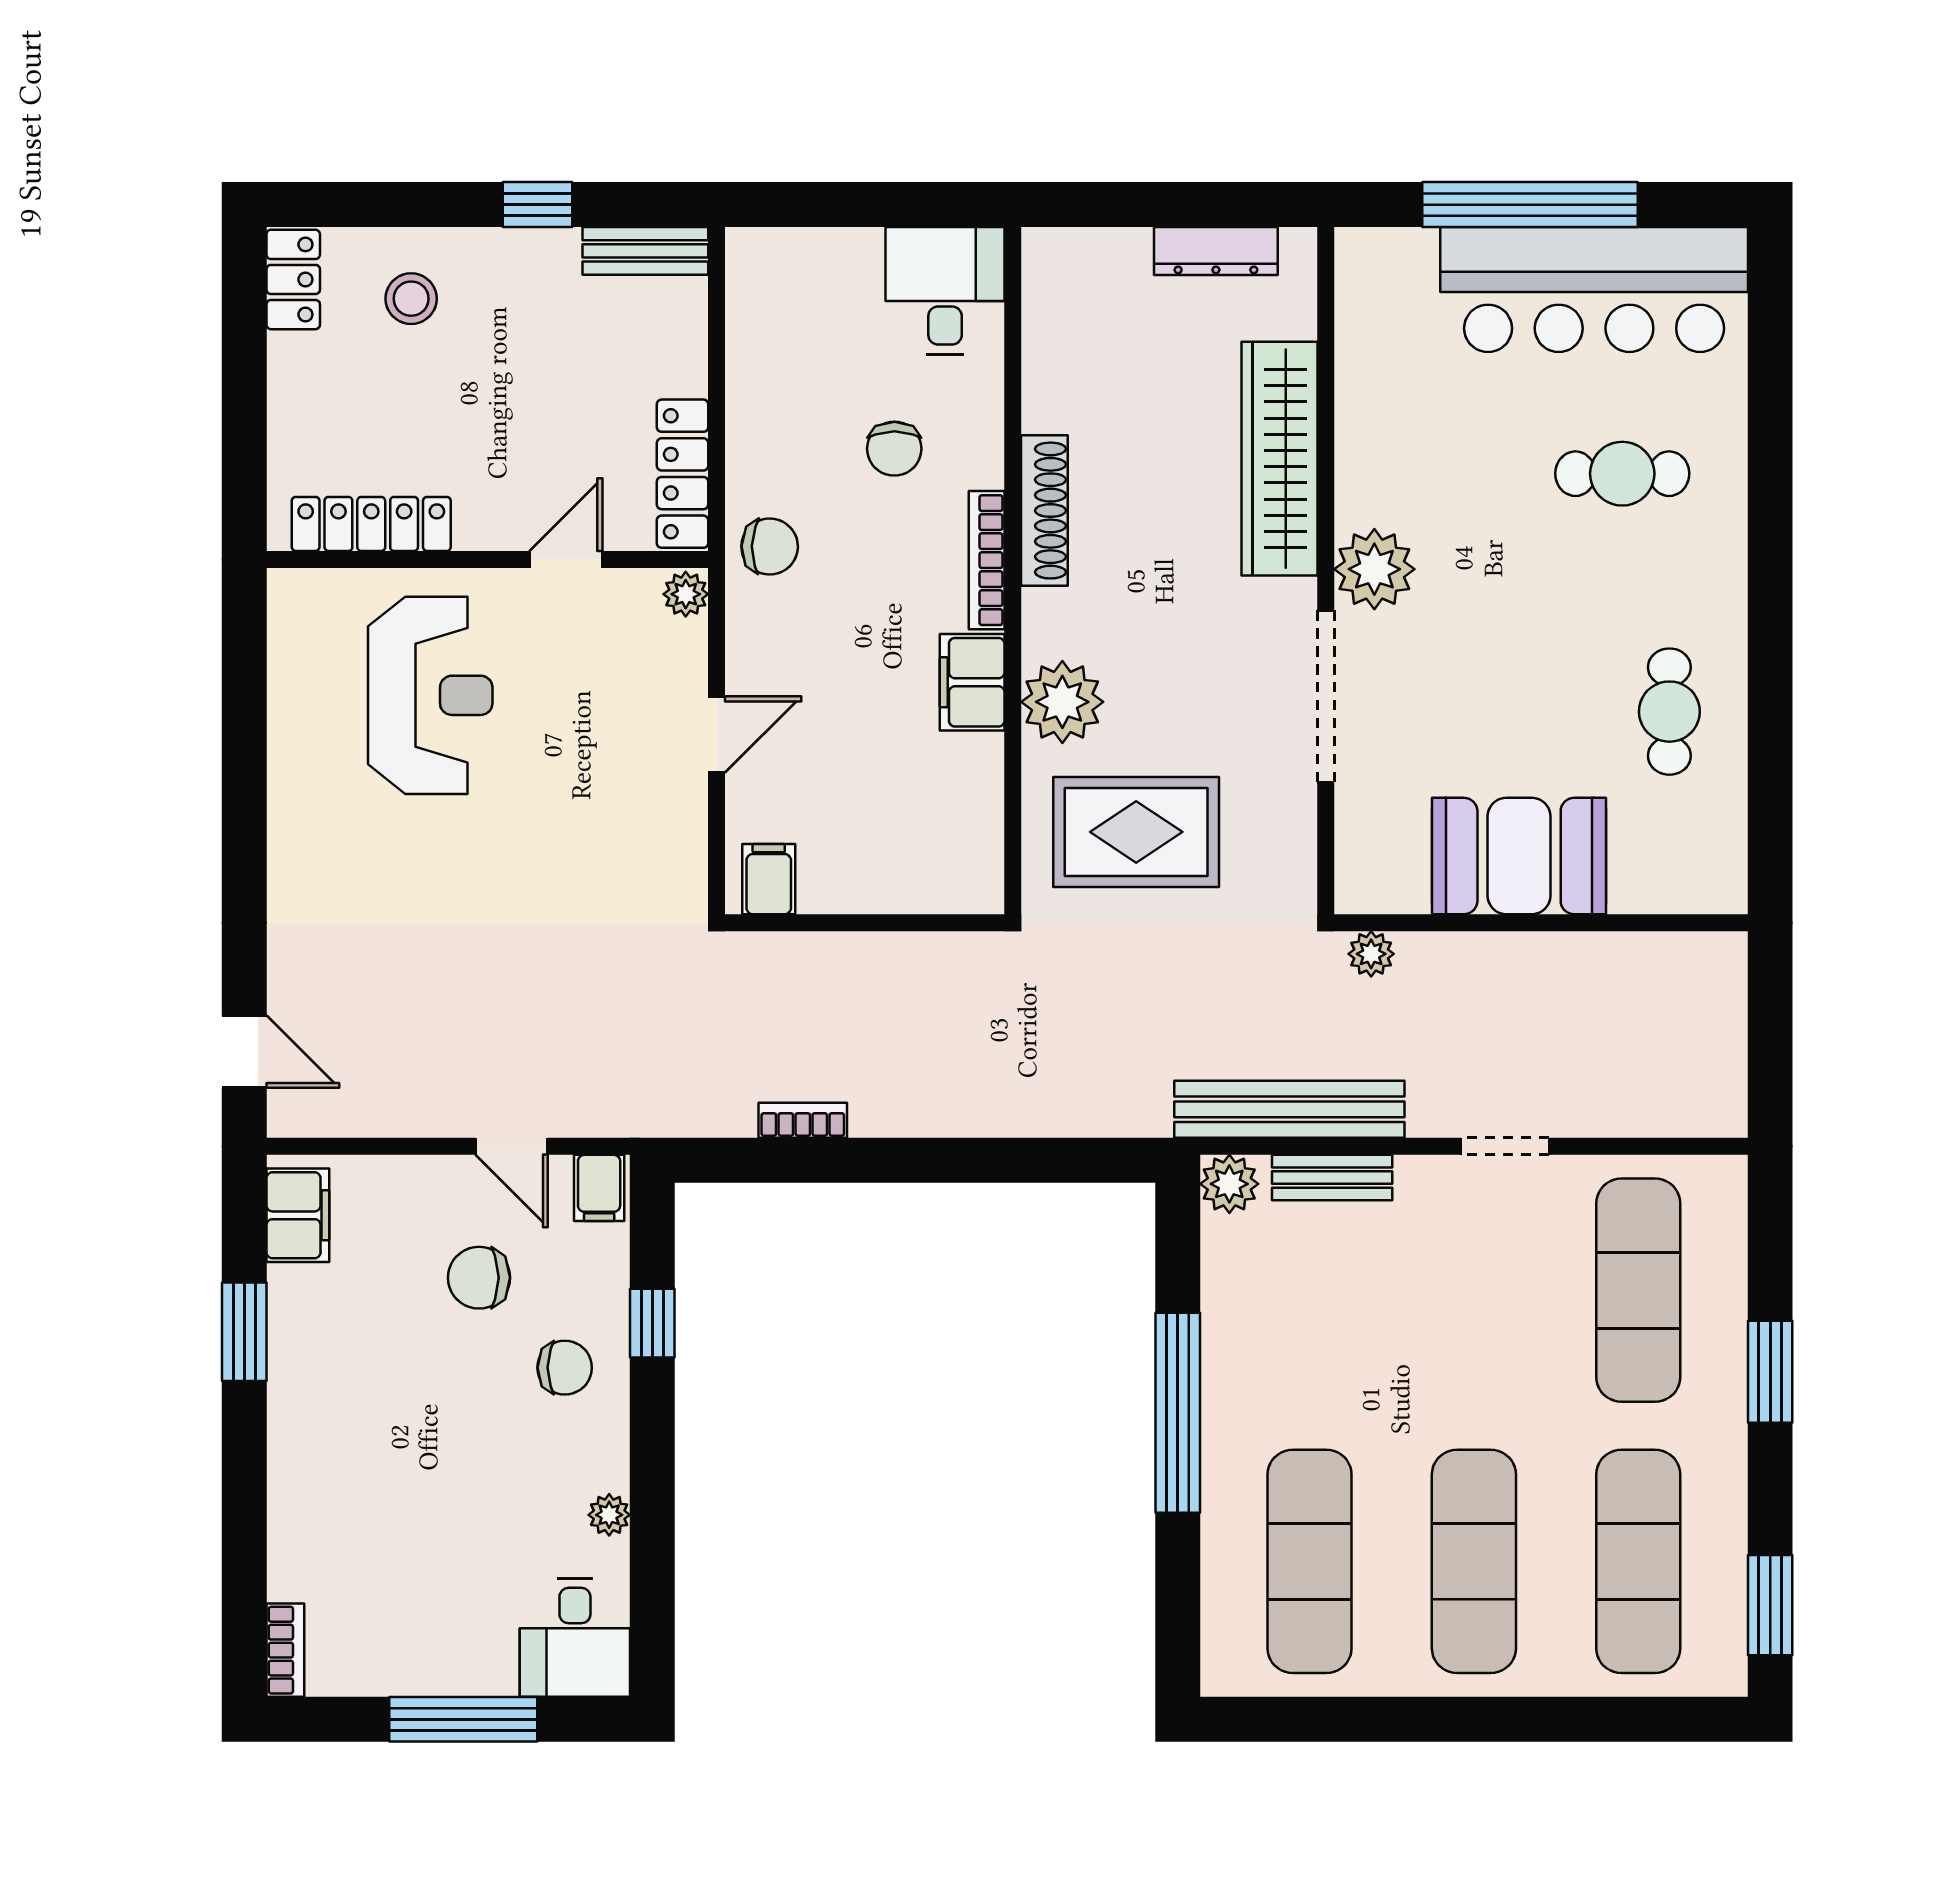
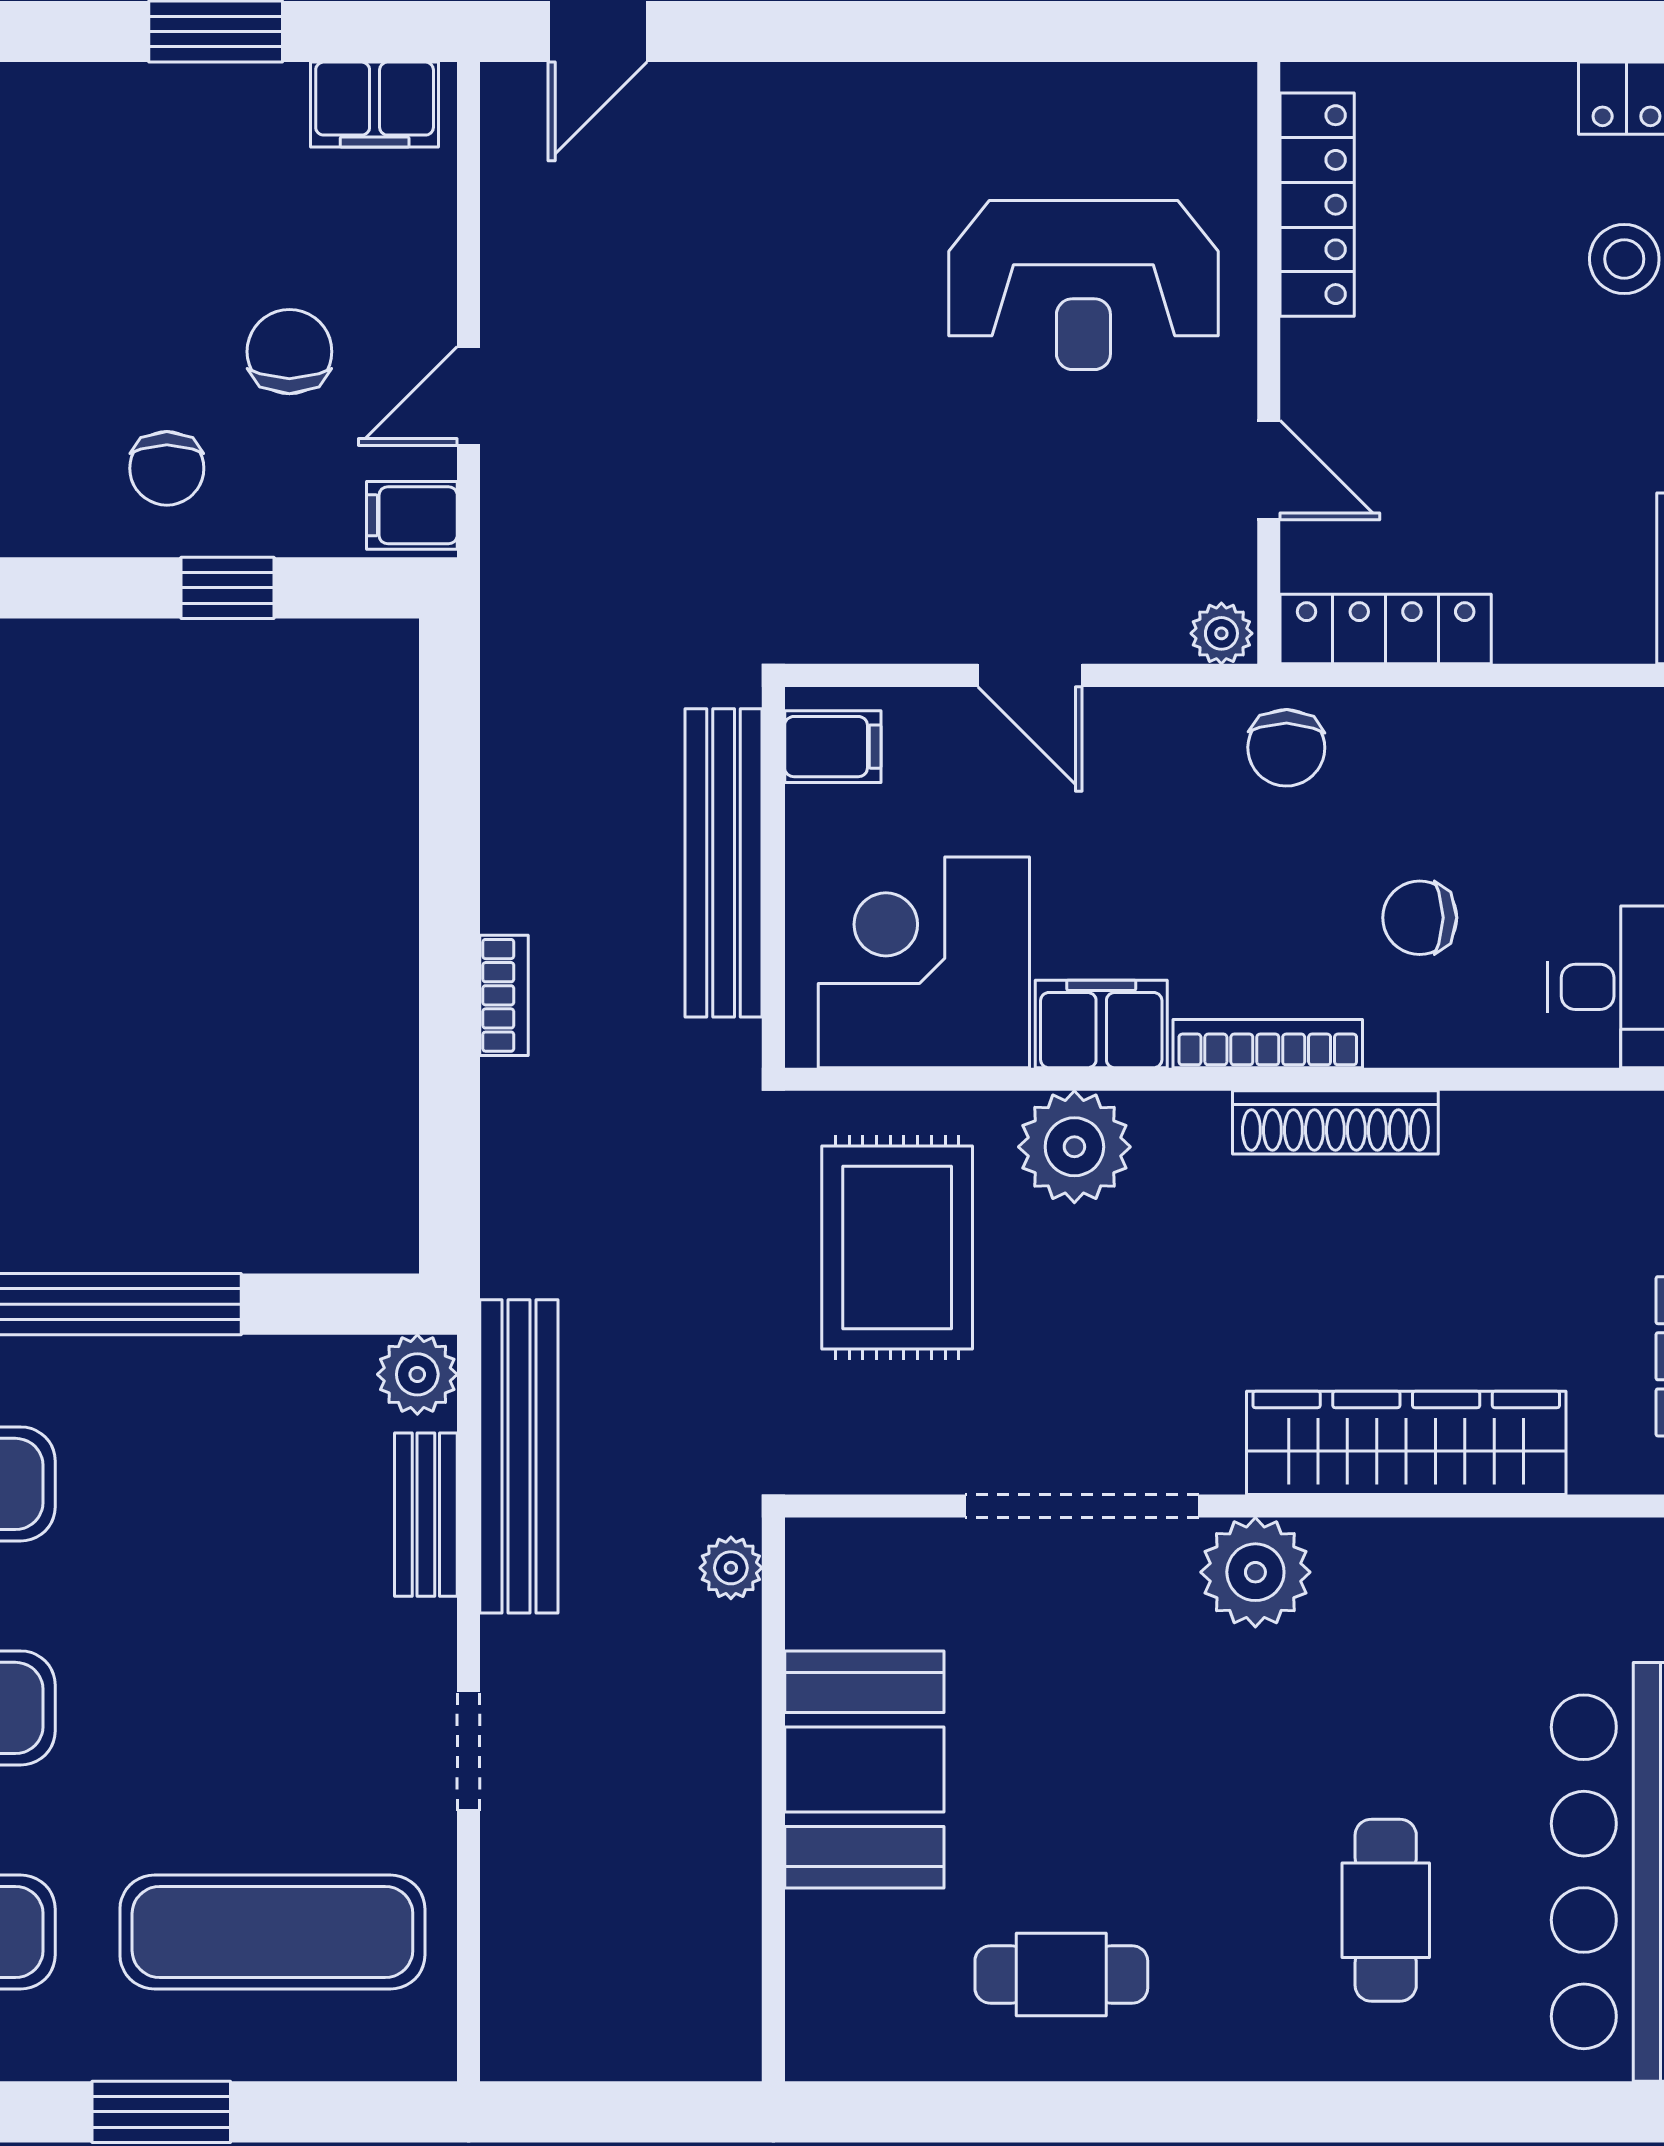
corner desk: (927, 812) -> (924, 962), added
bench: (854, 959) -> (724, 863), added
bookcase: (803, 1120) -> (504, 995), moved

